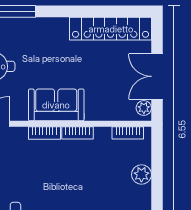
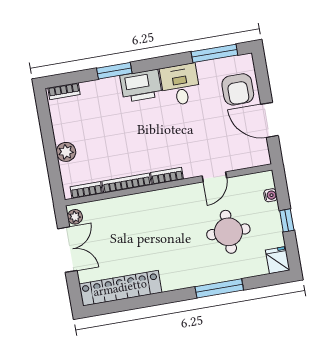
sofa: (56, 105) -> (160, 205), removed
bookcase: (77, 133) -> (127, 183), width x1.56

